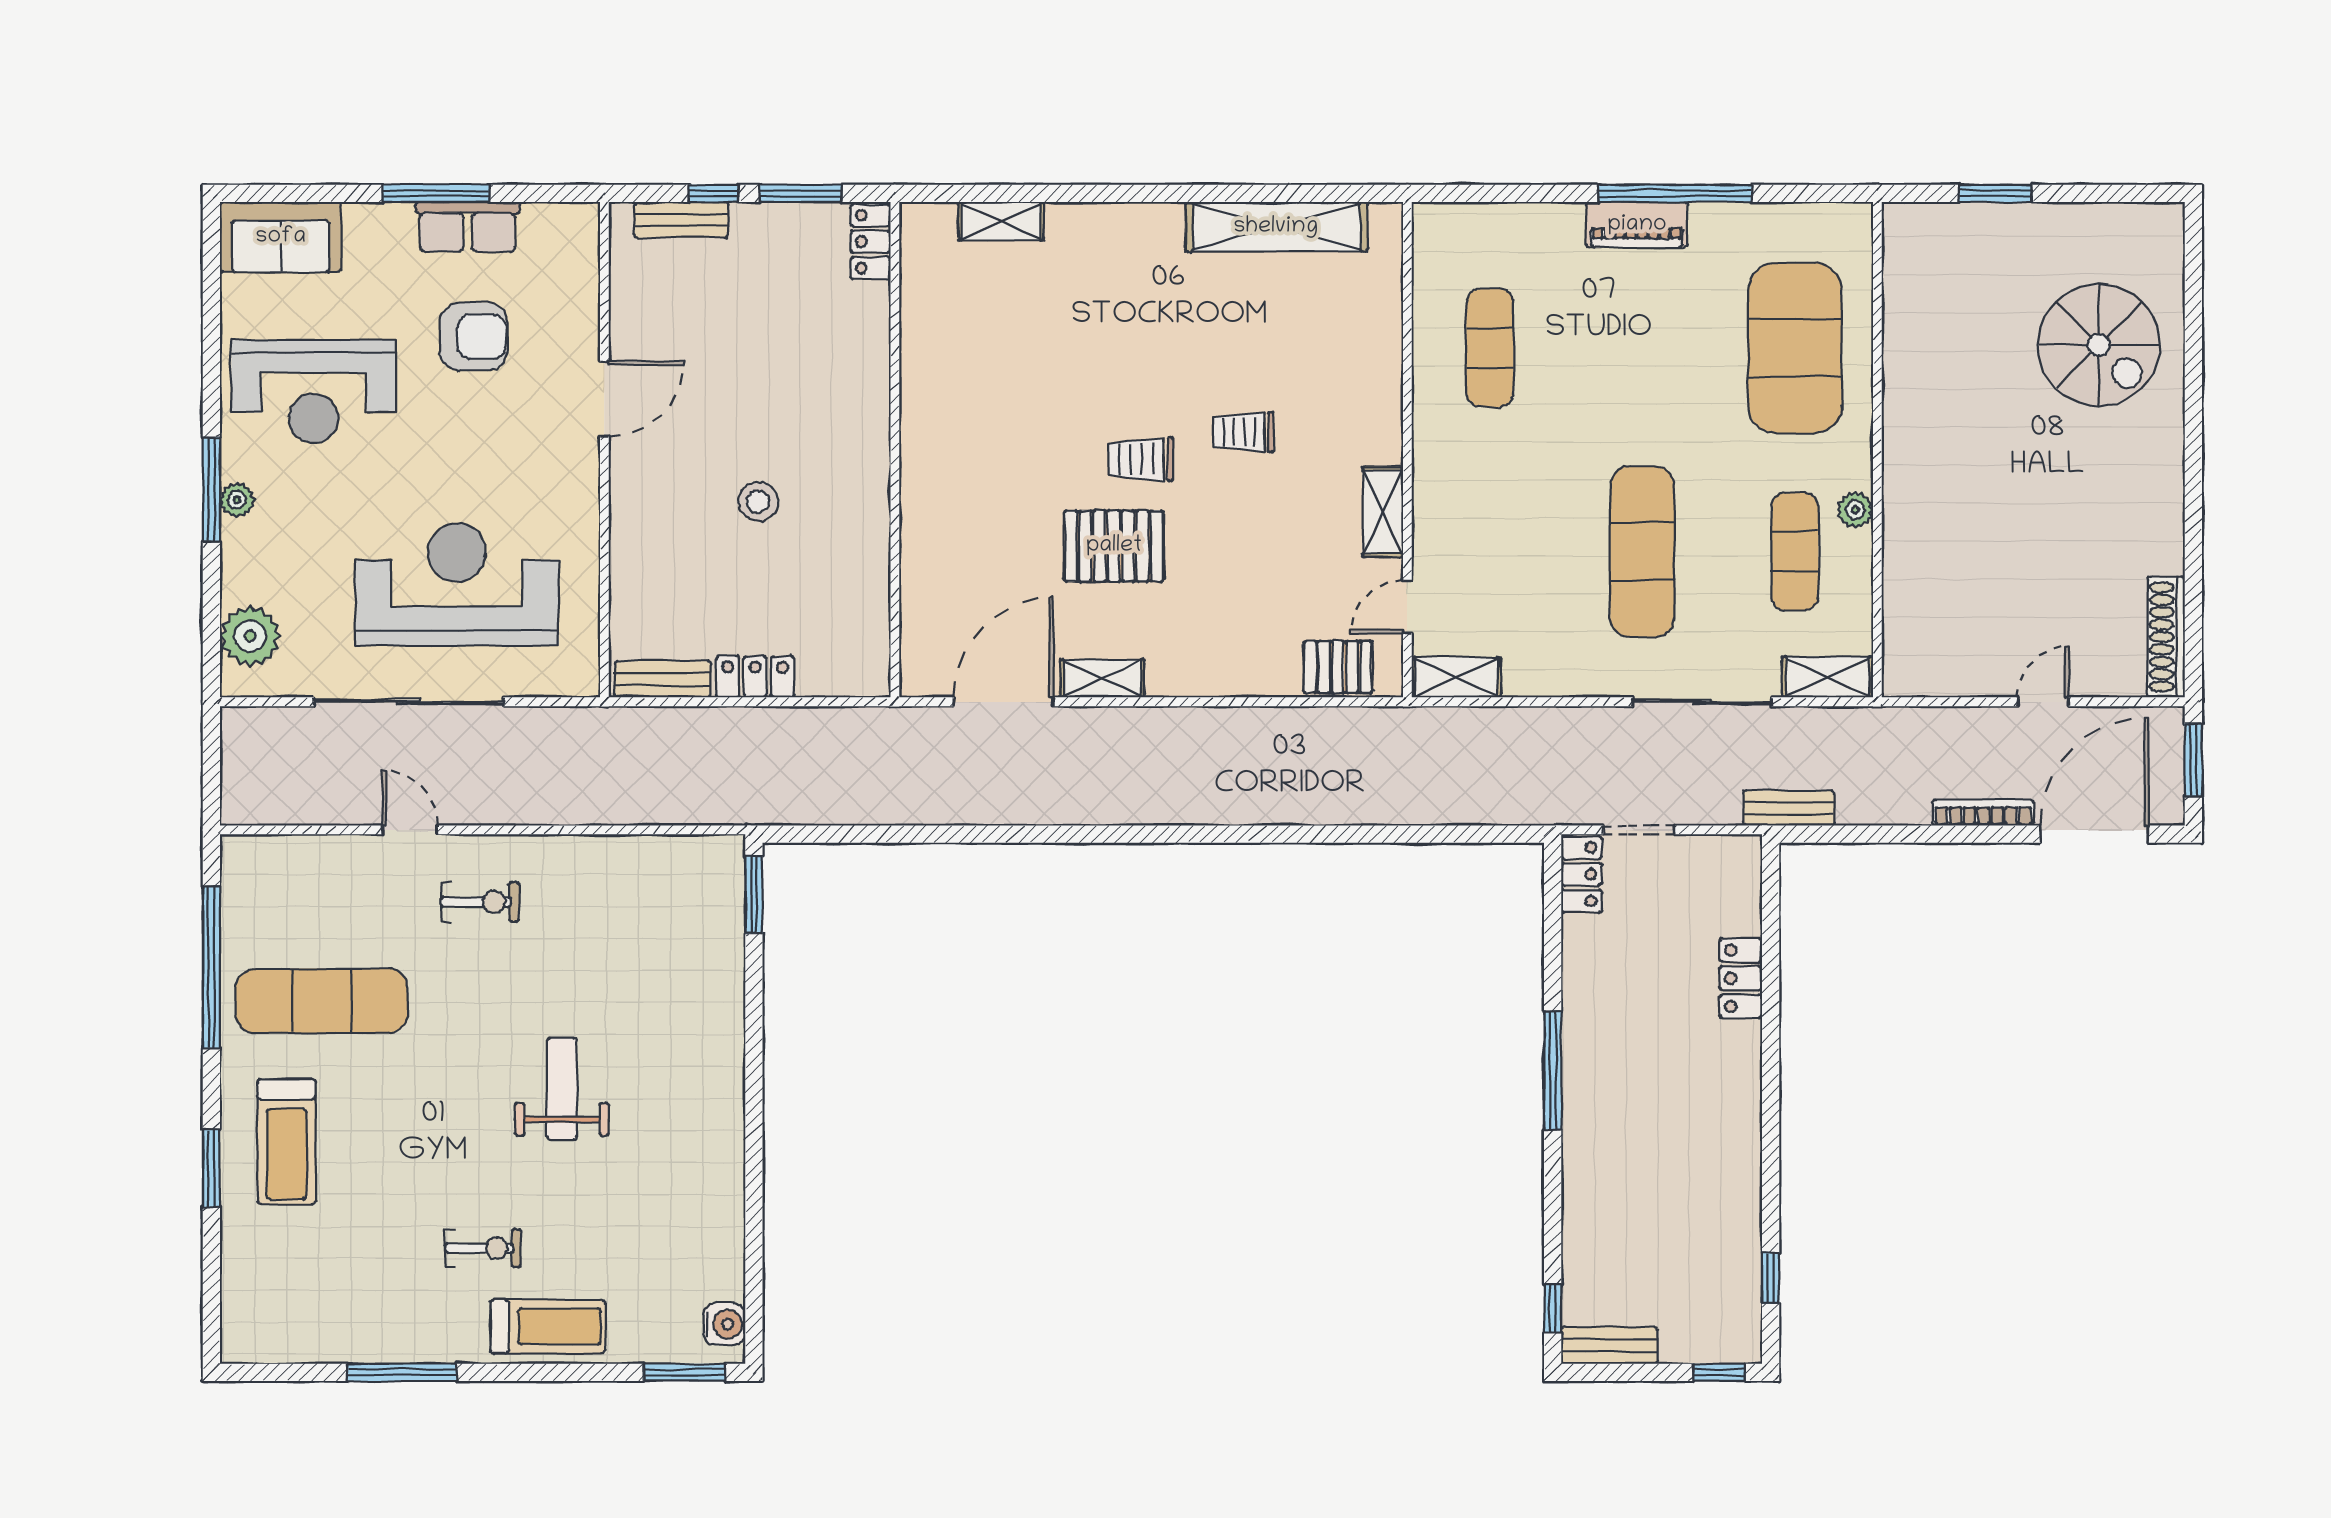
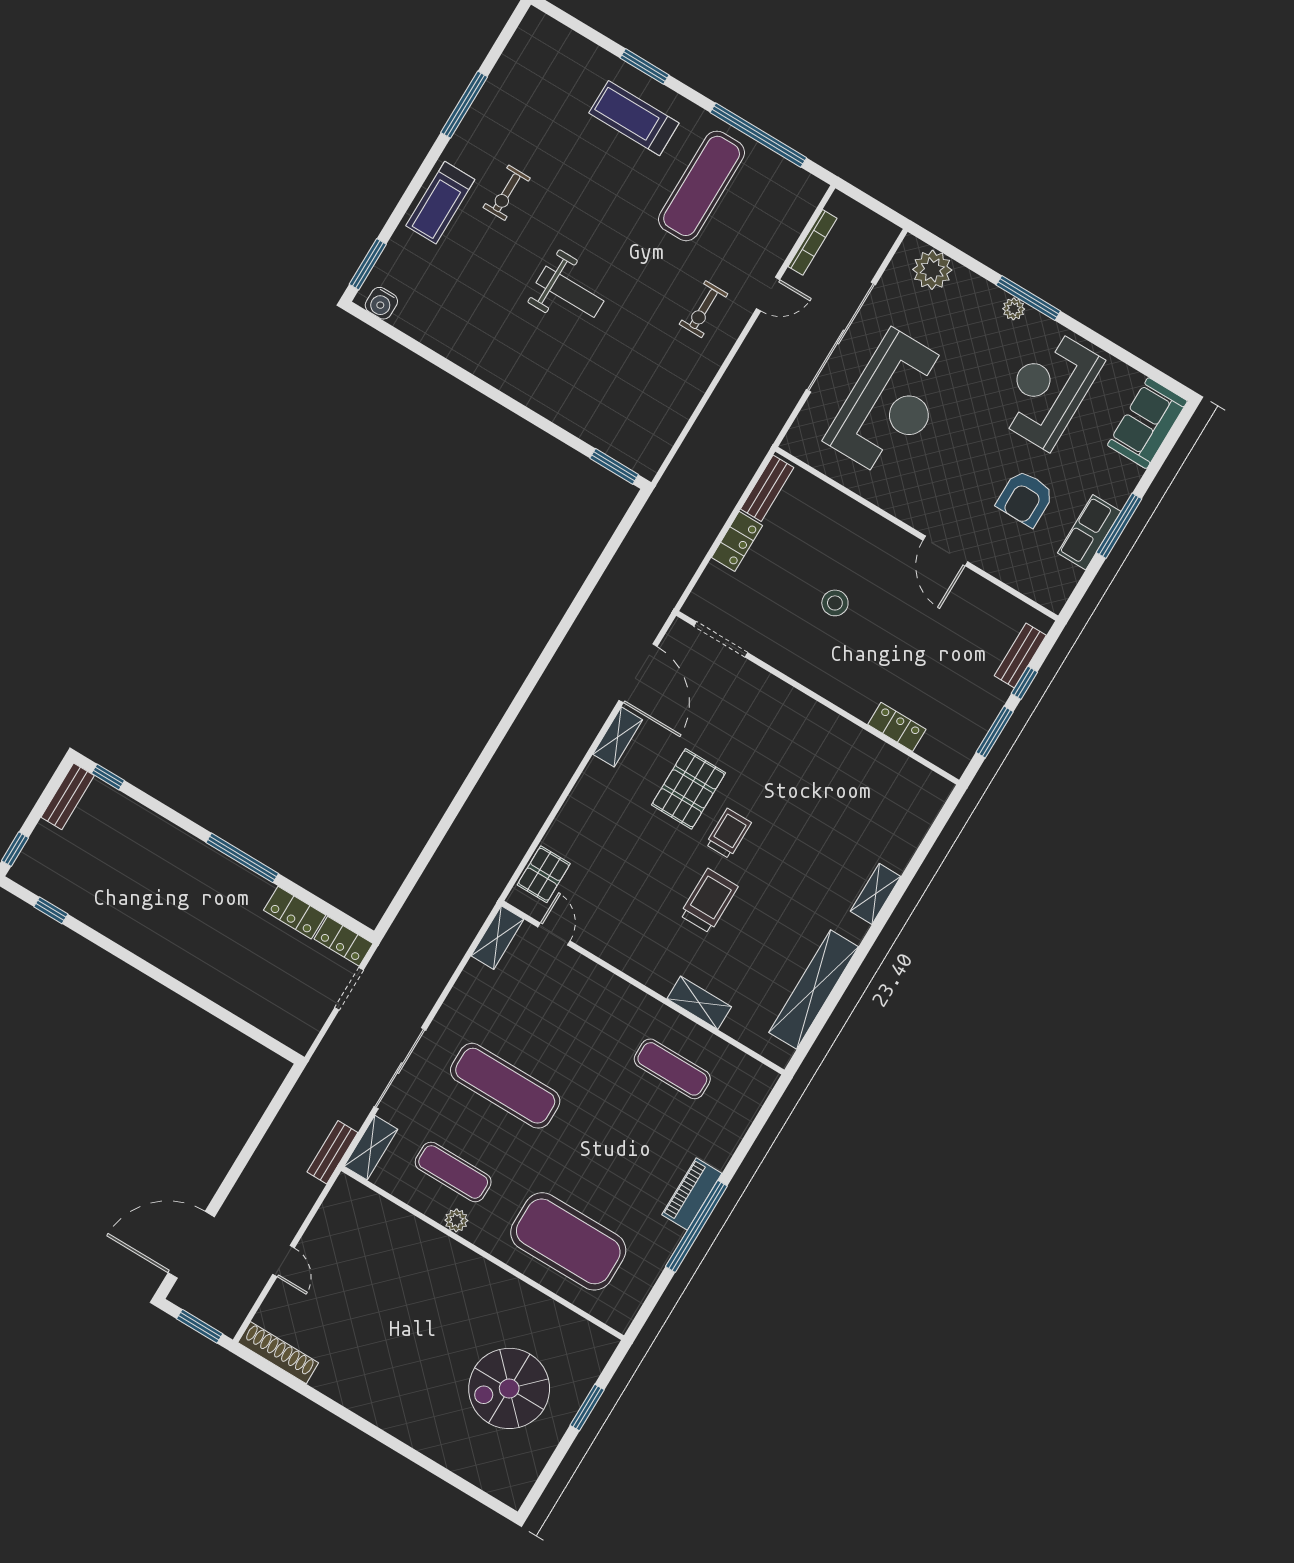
shelving: (1001, 221) -> (876, 894), moved
locker: (871, 242) -> (897, 727), moved
spiral stairs: (2099, 345) -> (509, 1388), moved
trolley: (1243, 432) -> (709, 901), width x1.36, depth x1.39
shelving: (1383, 512) -> (699, 1003), moved
doorway: (895, 621) -> (721, 639), added
bench: (1789, 808) -> (332, 1152), moved
bookcase: (1983, 813) -> (813, 242), moved
door: (2094, 834) -> (191, 1245), swing flipped
locker: (1741, 978) -> (295, 913), moved, turned 180

